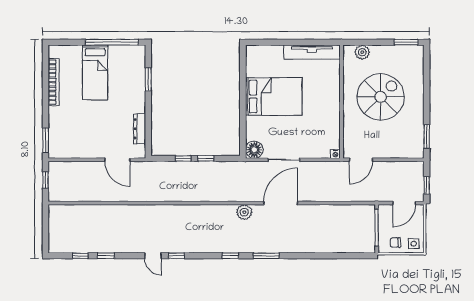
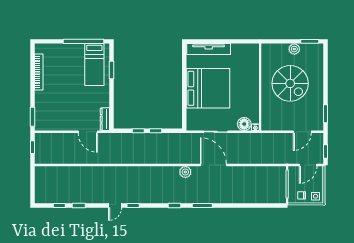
tv unit: (312, 52) -> (209, 49), moved
plant: (362, 52) -> (294, 49), moved
bed: (95, 72) -> (94, 65), moved
bed: (274, 96) -> (208, 88), width x1.36
spiral stairs: (381, 97) -> (290, 83), turned 90
dresser: (140, 129) -> (105, 119), moved
floor lamp: (254, 150) -> (244, 124), moved
door: (361, 160) -> (302, 132), moved
door: (281, 203) -> (213, 165), hinge flipped
door: (153, 256) -> (115, 206), hinge flipped

